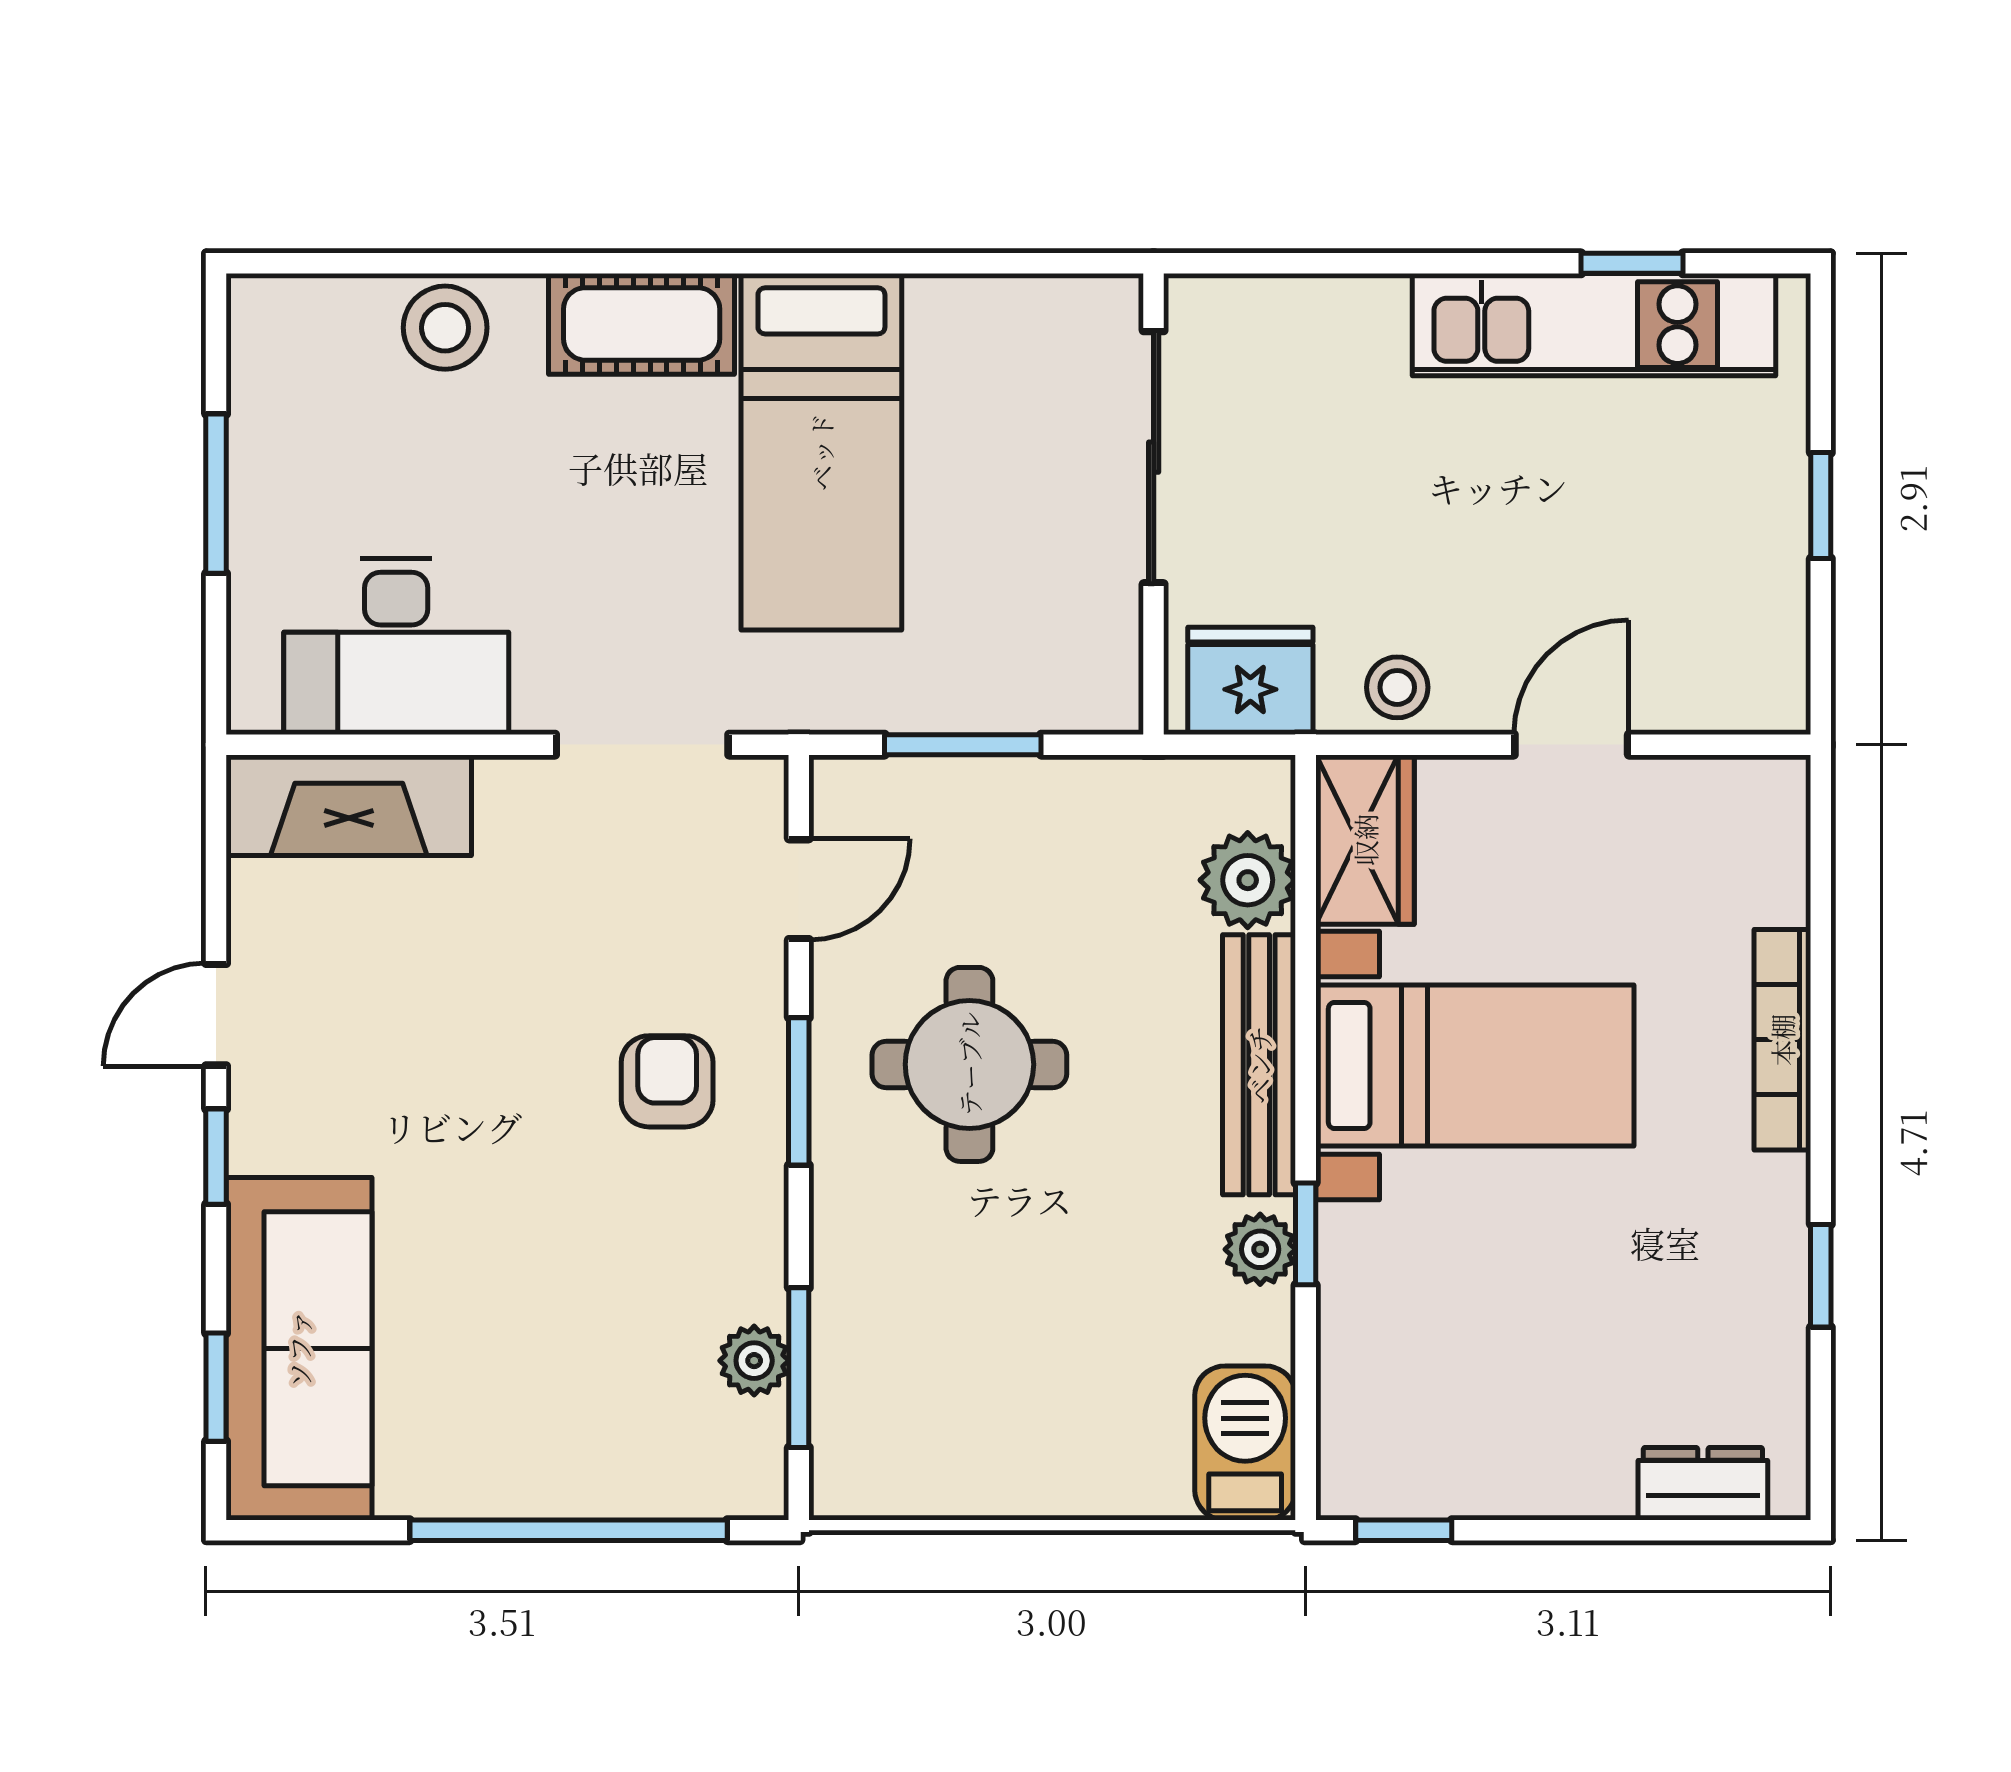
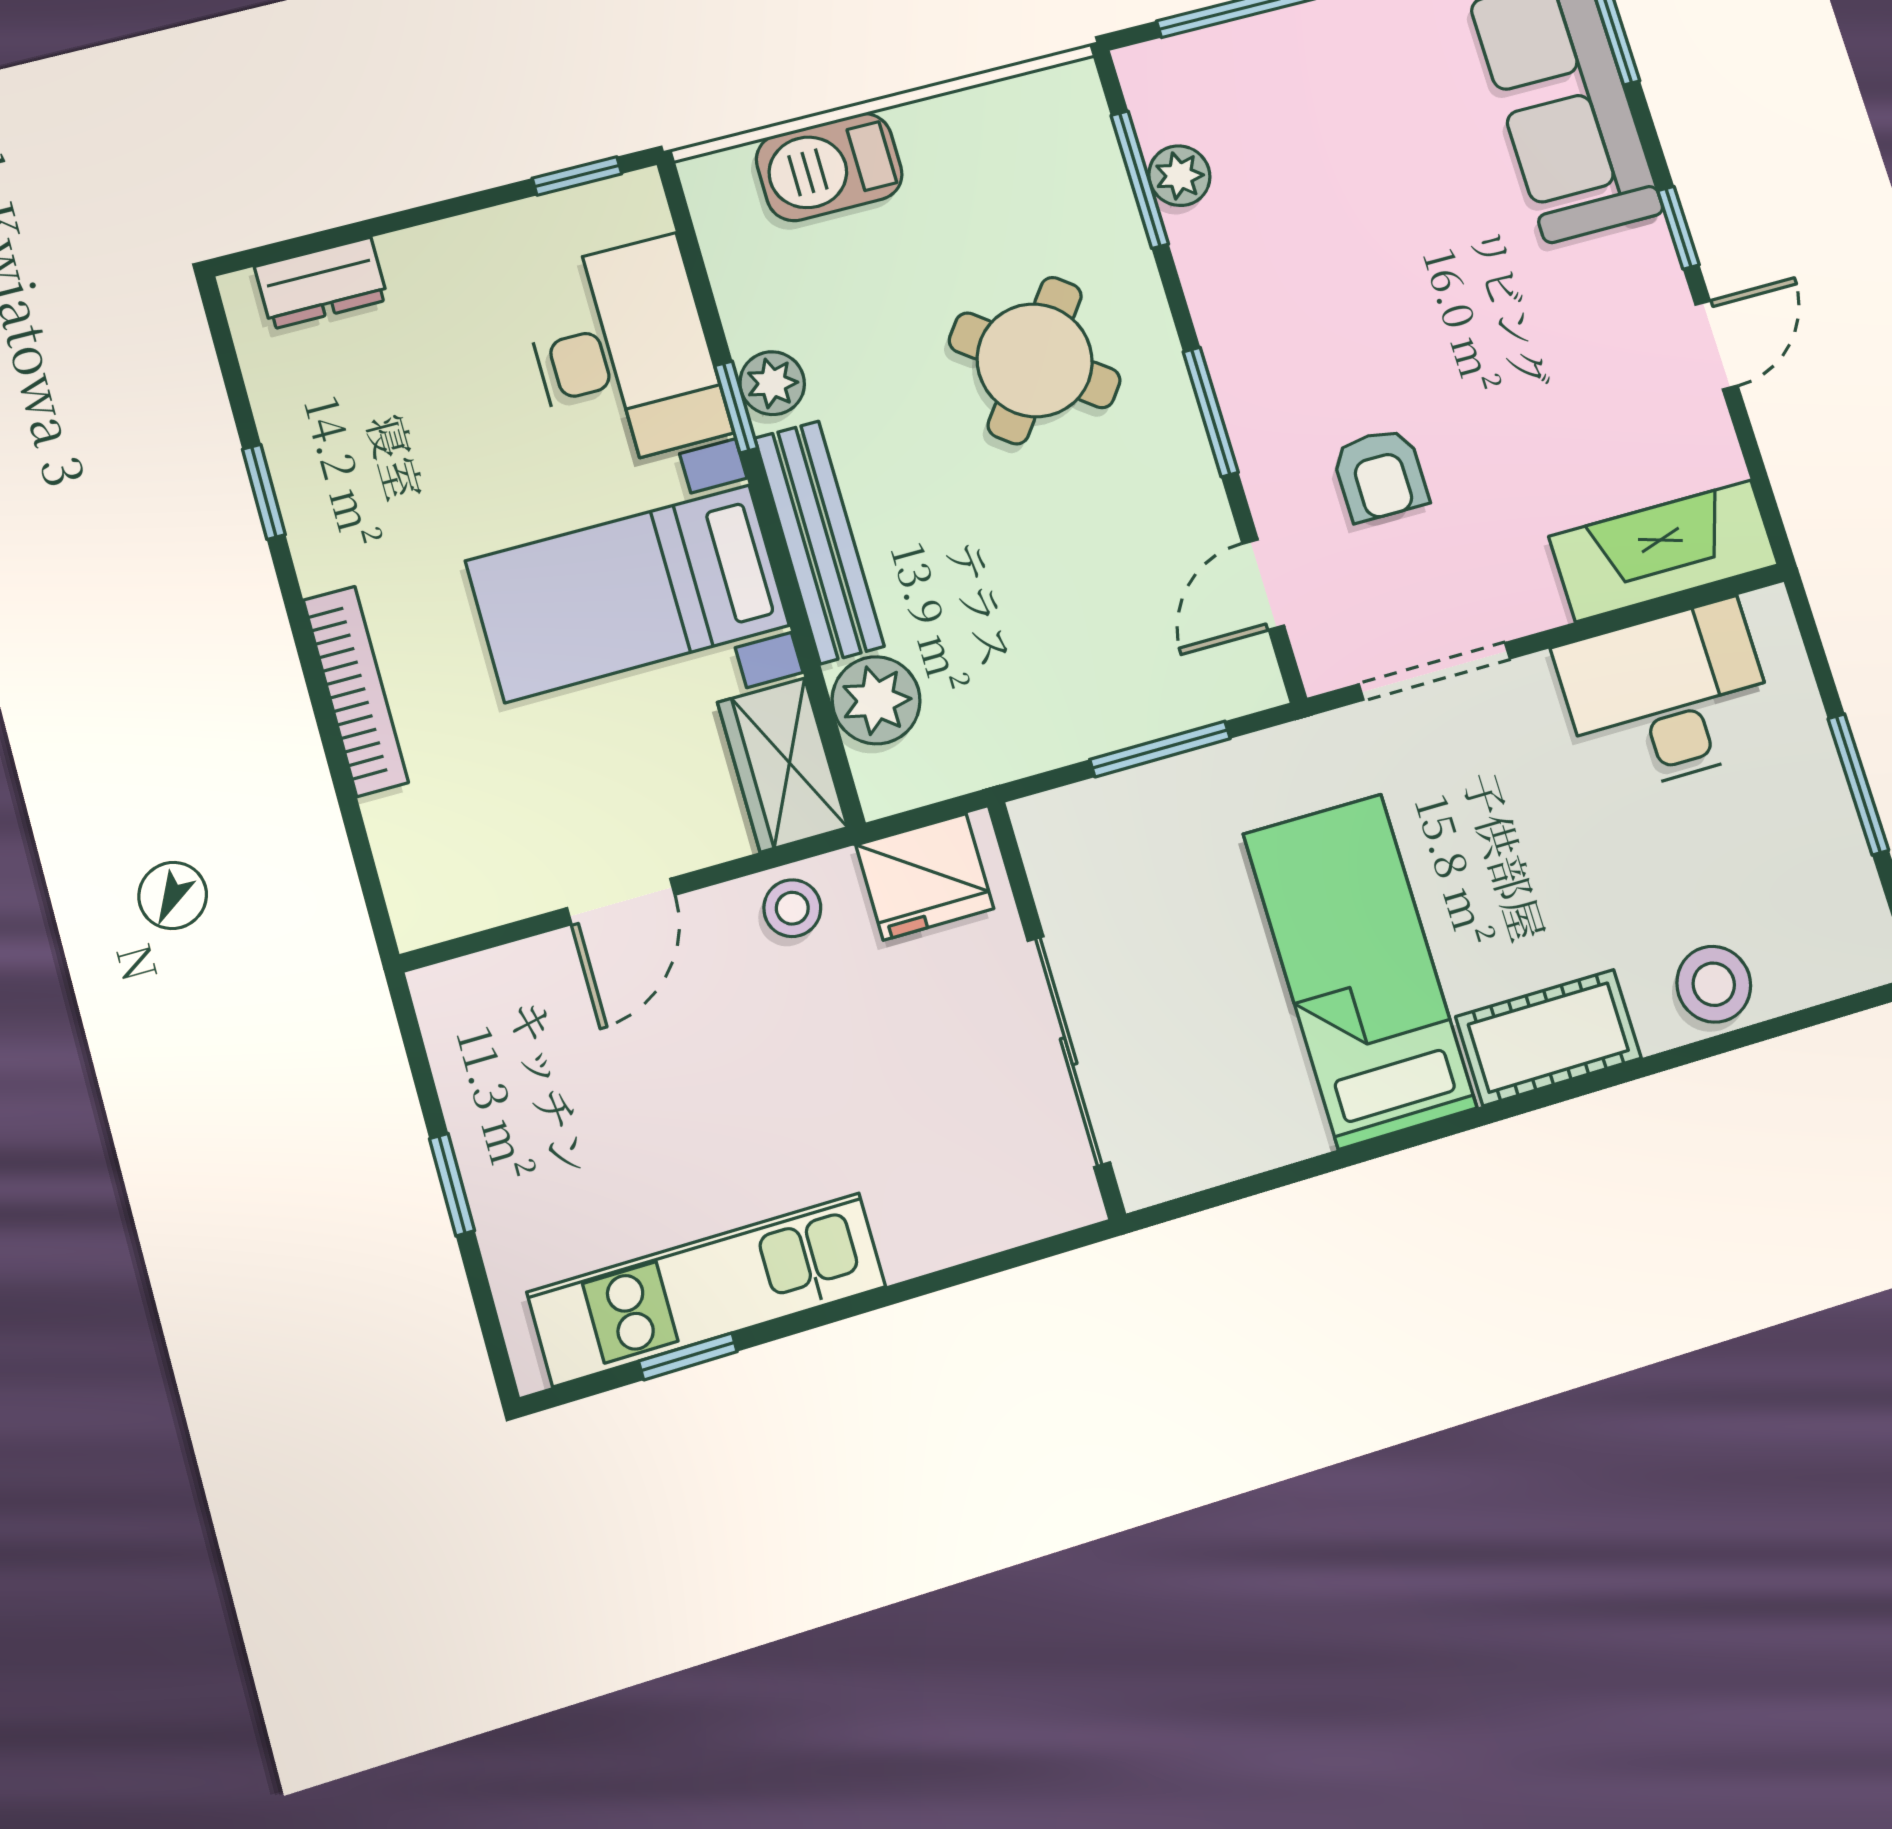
round table: (969, 1064) -> (1035, 360), moved, turned 37
armchair: (667, 1081) -> (1380, 475), moved
desk: (1408, 1324) -> (624, 353), added
barbecue: (1245, 1443) -> (829, 167), moved, turned 90

